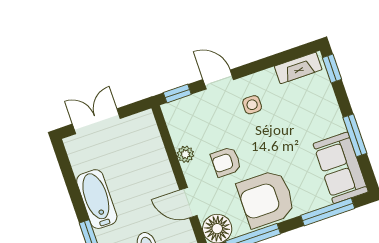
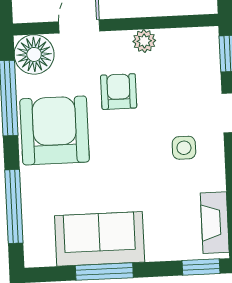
sofa: (341, 168) -> (100, 239), moved

